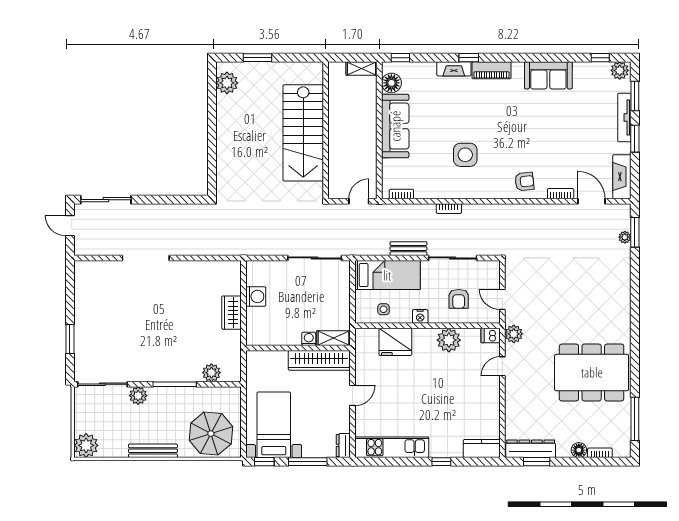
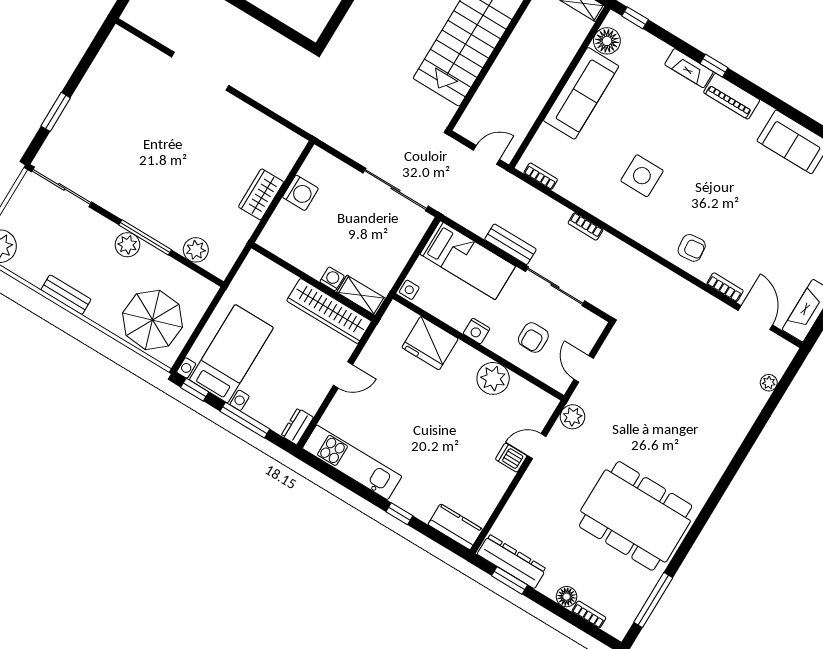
window: (635, 232) -> (784, 384), removed
side table: (383, 309) -> (409, 290), moved
dishwasher: (491, 336) -> (511, 458), moved
plant: (138, 396) -> (127, 245), moved
bench: (153, 451) -> (66, 295), width x0.73

